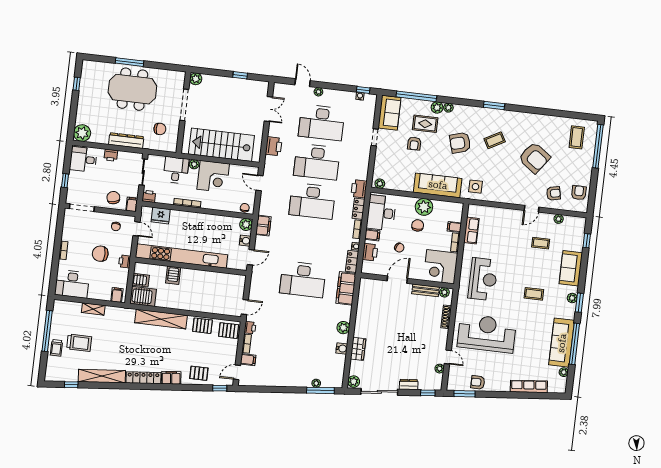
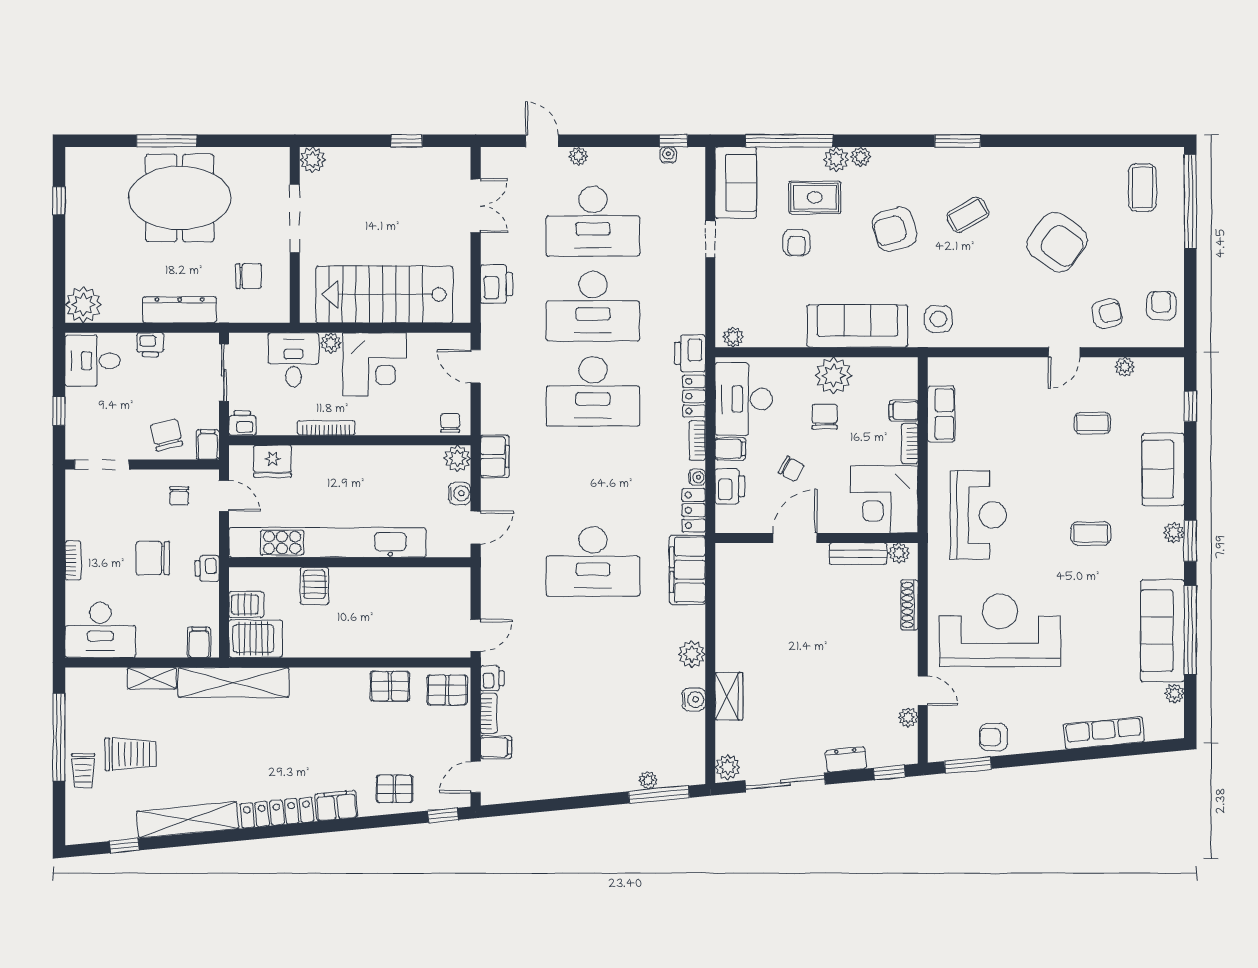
shelving: (161, 319) -> (234, 682), moved

